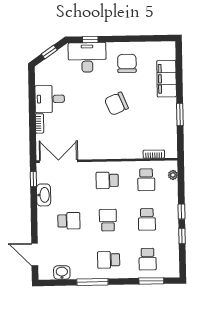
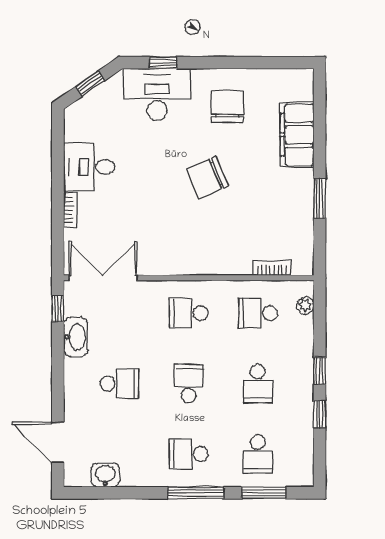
school desk: (146, 180) -> (258, 313), turned 90
window: (92, 282) -> (196, 493), moved

